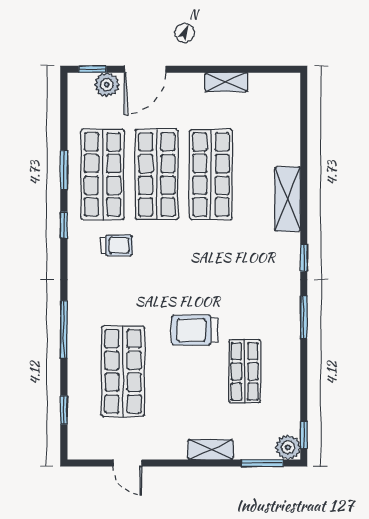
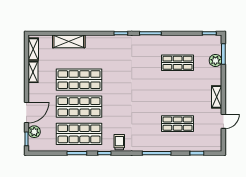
door: (145, 69) -> (26, 113), hinge flipped
shelving: (272, 83) -> (33, 49), added
shelving: (288, 199) -> (69, 41), moved
trolley: (117, 245) -> (119, 142), moved
trolley: (194, 330) -> (157, 88), removed
shop shelf: (123, 371) -> (178, 124), width x0.70, depth x0.74
plant: (288, 447) -> (215, 60), moved
shelving: (210, 450) -> (217, 97), moved

